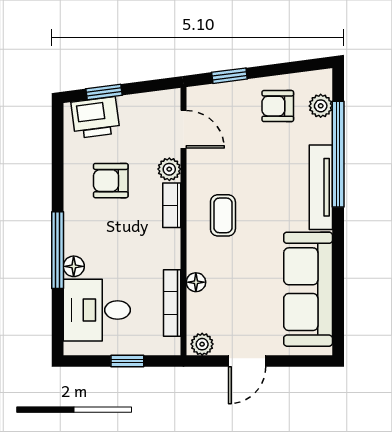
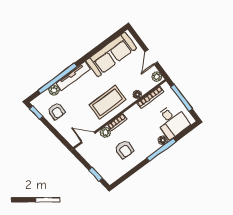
window: (229, 76) -> (36, 113), moved
plant: (321, 106) -> (54, 90), moved
printer: (95, 118) -> (107, 171), removed
door: (184, 129) -> (88, 137), hinge flipped
coffee table: (223, 215) -> (108, 102), width x1.86, depth x1.72
window: (127, 361) -> (182, 98), width x2.17
door: (247, 361) -> (151, 57), swing flipped

